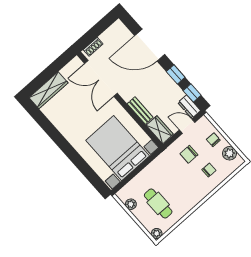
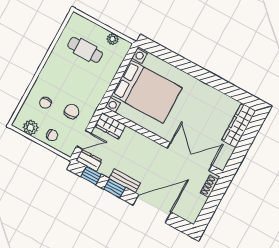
bench: (140, 111) -> (125, 181), moved
plant: (157, 233) -> (76, 19), removed

